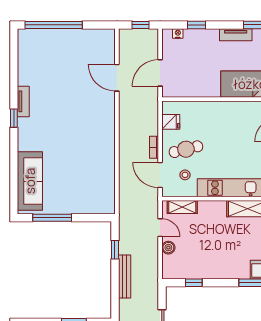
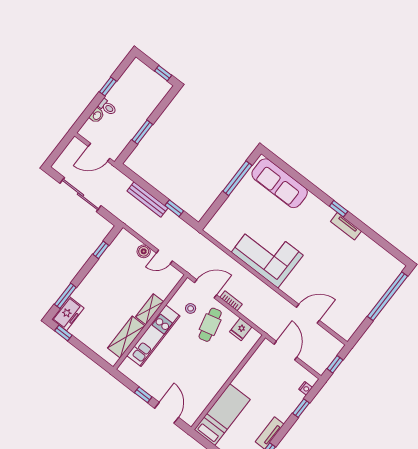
corner sofa: (94, 147) -> (267, 254), added
shelving: (182, 207) -> (150, 309), moved

